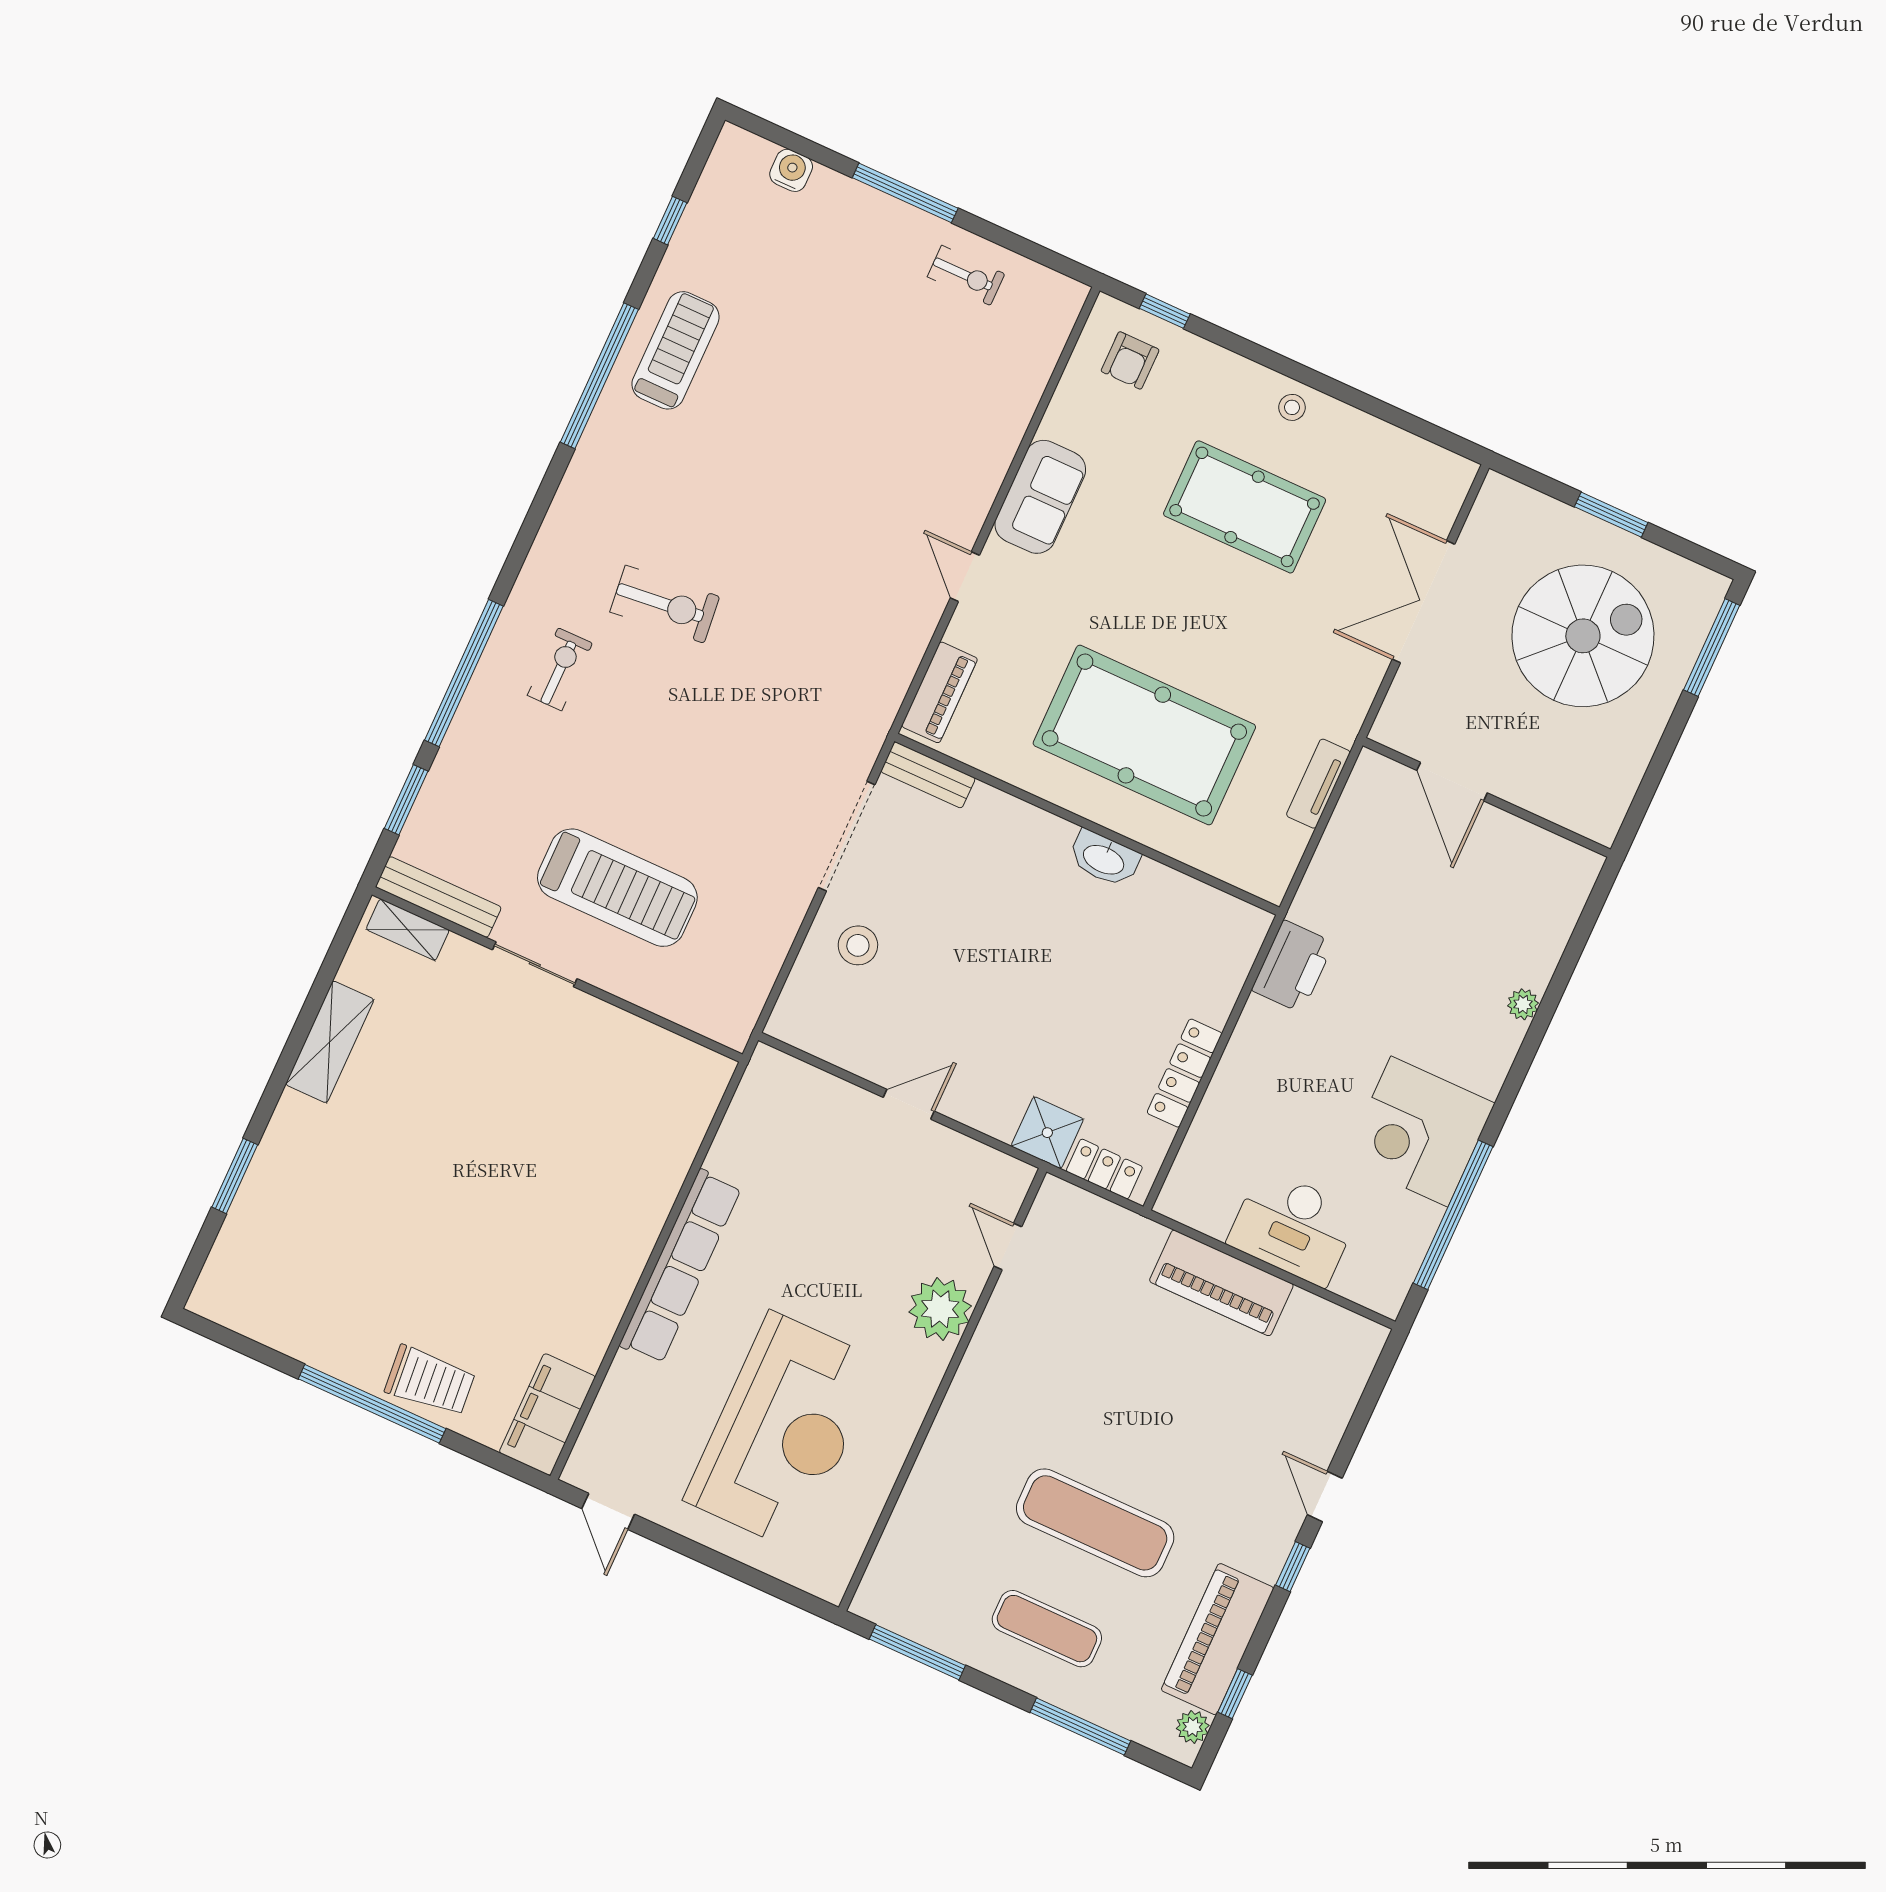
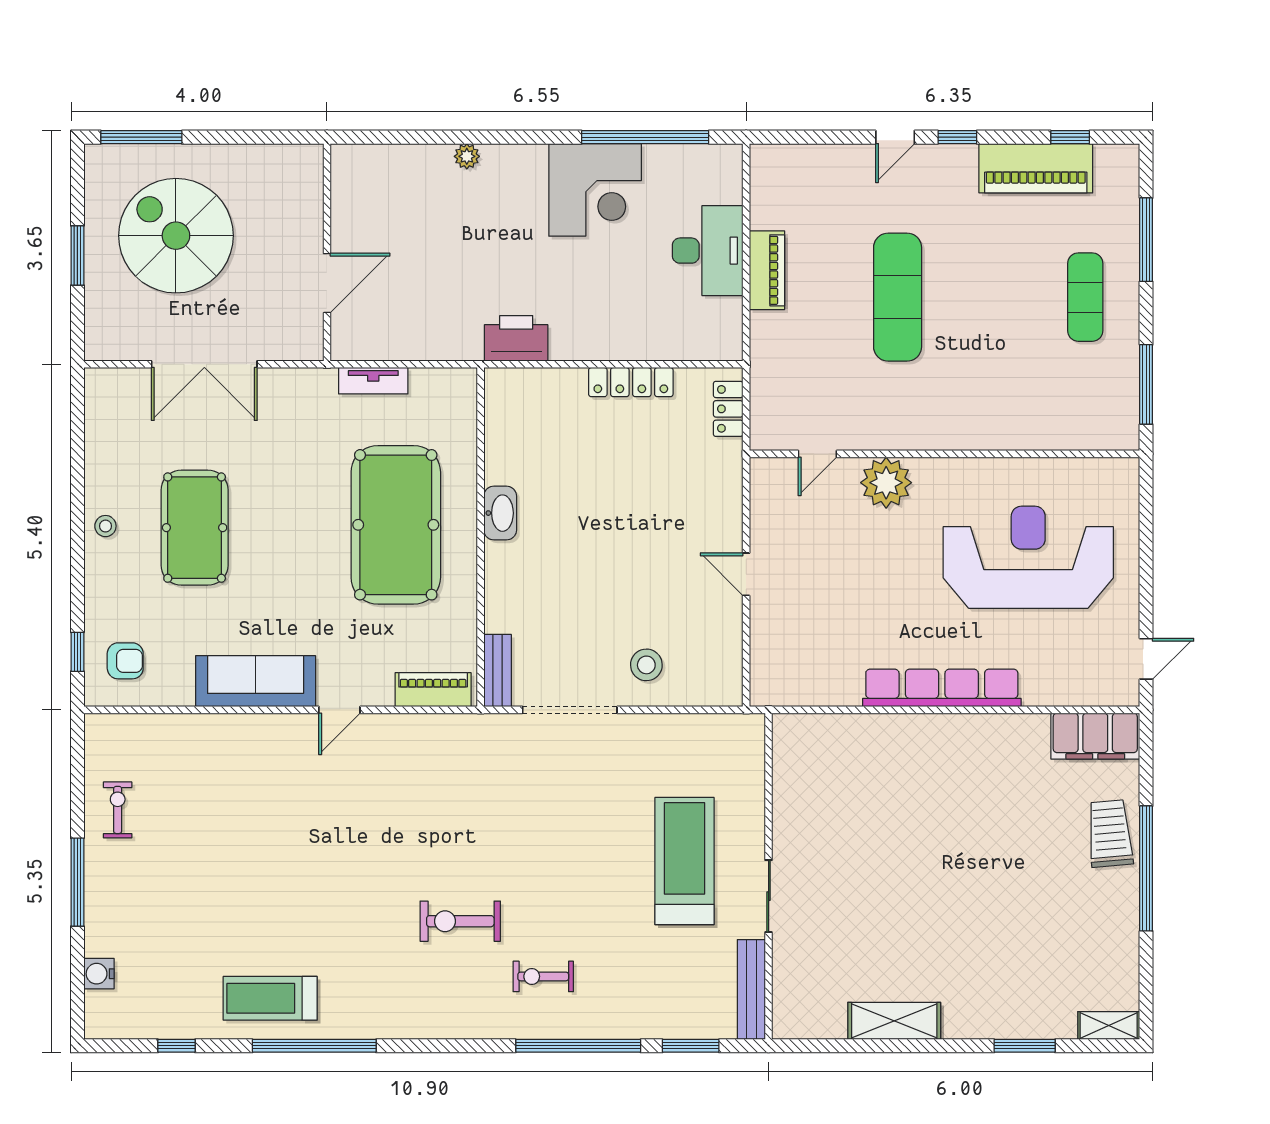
sofa: (1040, 497) -> (256, 681), width x1.36
exercise bike: (665, 604) -> (460, 921), turned -84
shelving: (408, 930) -> (1109, 1025), moved, turned 90
shower: (1047, 1133) -> (721, 463), removed
piano: (1221, 1283) -> (767, 270), width x0.73, depth x0.75
exercise mat: (1095, 1523) -> (898, 297), moved
plant: (1193, 1727) -> (1109, 157), removed

